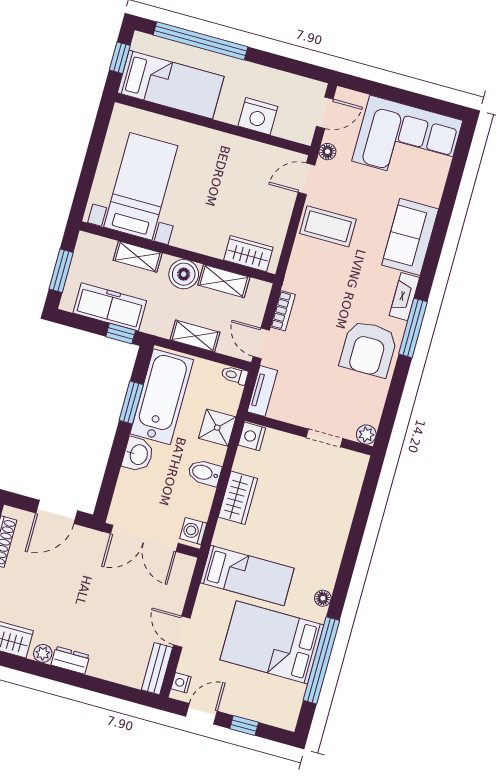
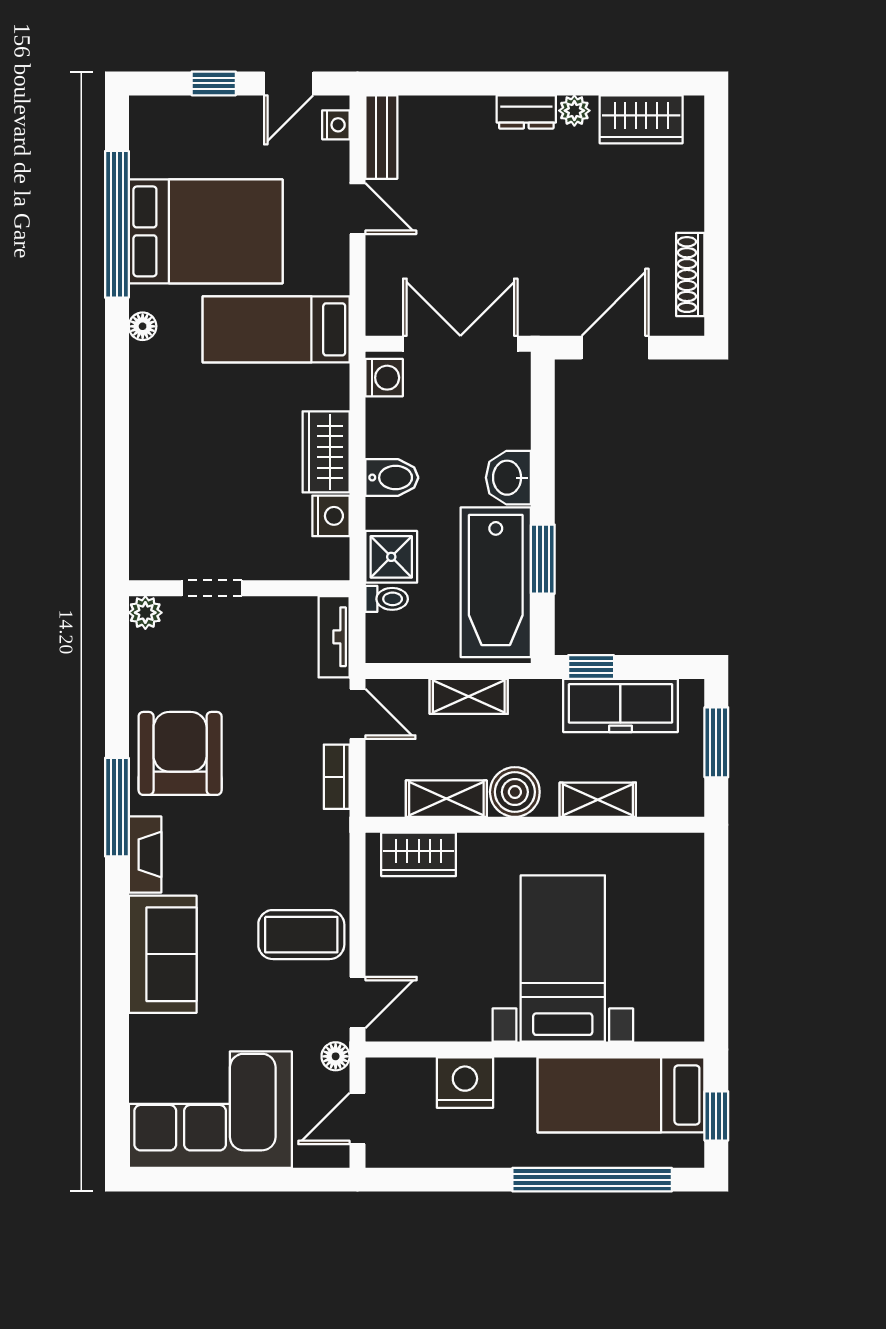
bed with nightstands: (141, 186) -> (563, 958), moved, turned 180
toilet: (235, 375) -> (387, 599), moved
nightstand: (252, 436) -> (331, 516), moved

